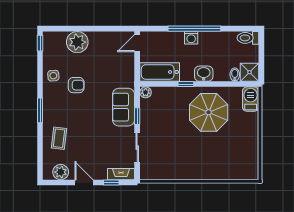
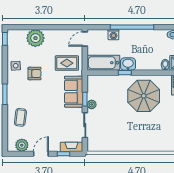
washing machine: (191, 38) -> (113, 35), moved
rug: (115, 72) -> (67, 63), added
washbasin: (204, 74) -> (128, 64), moved
plant: (146, 92) -> (92, 104), moved
door: (84, 183) -> (41, 154), hinge flipped

